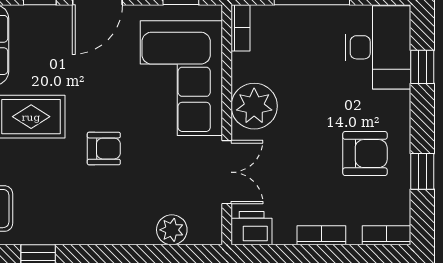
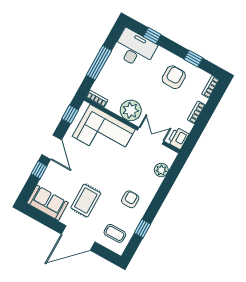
armchair: (104, 149) -> (130, 199), moved

